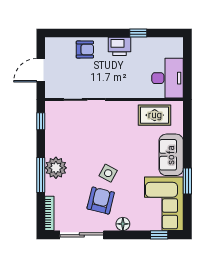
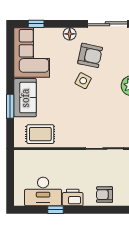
desk: (168, 78) -> (43, 191), moved, turned -90
window: (187, 181) -> (10, 106), moved
armchair: (101, 201) -> (90, 55), turned -92

